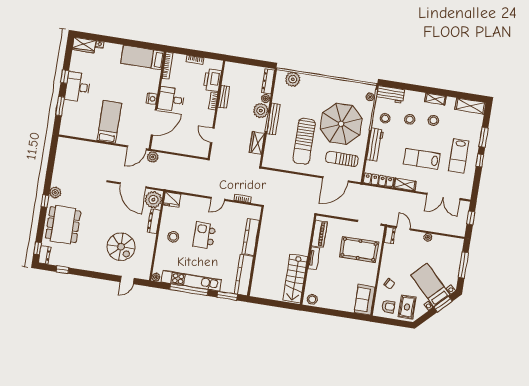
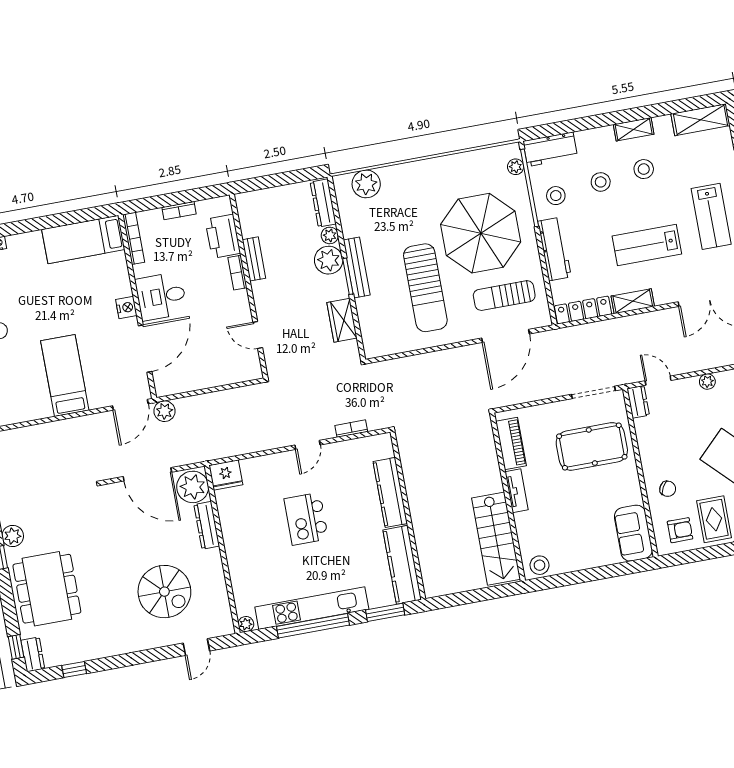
stool: (173, 237) -> (251, 541), removed

